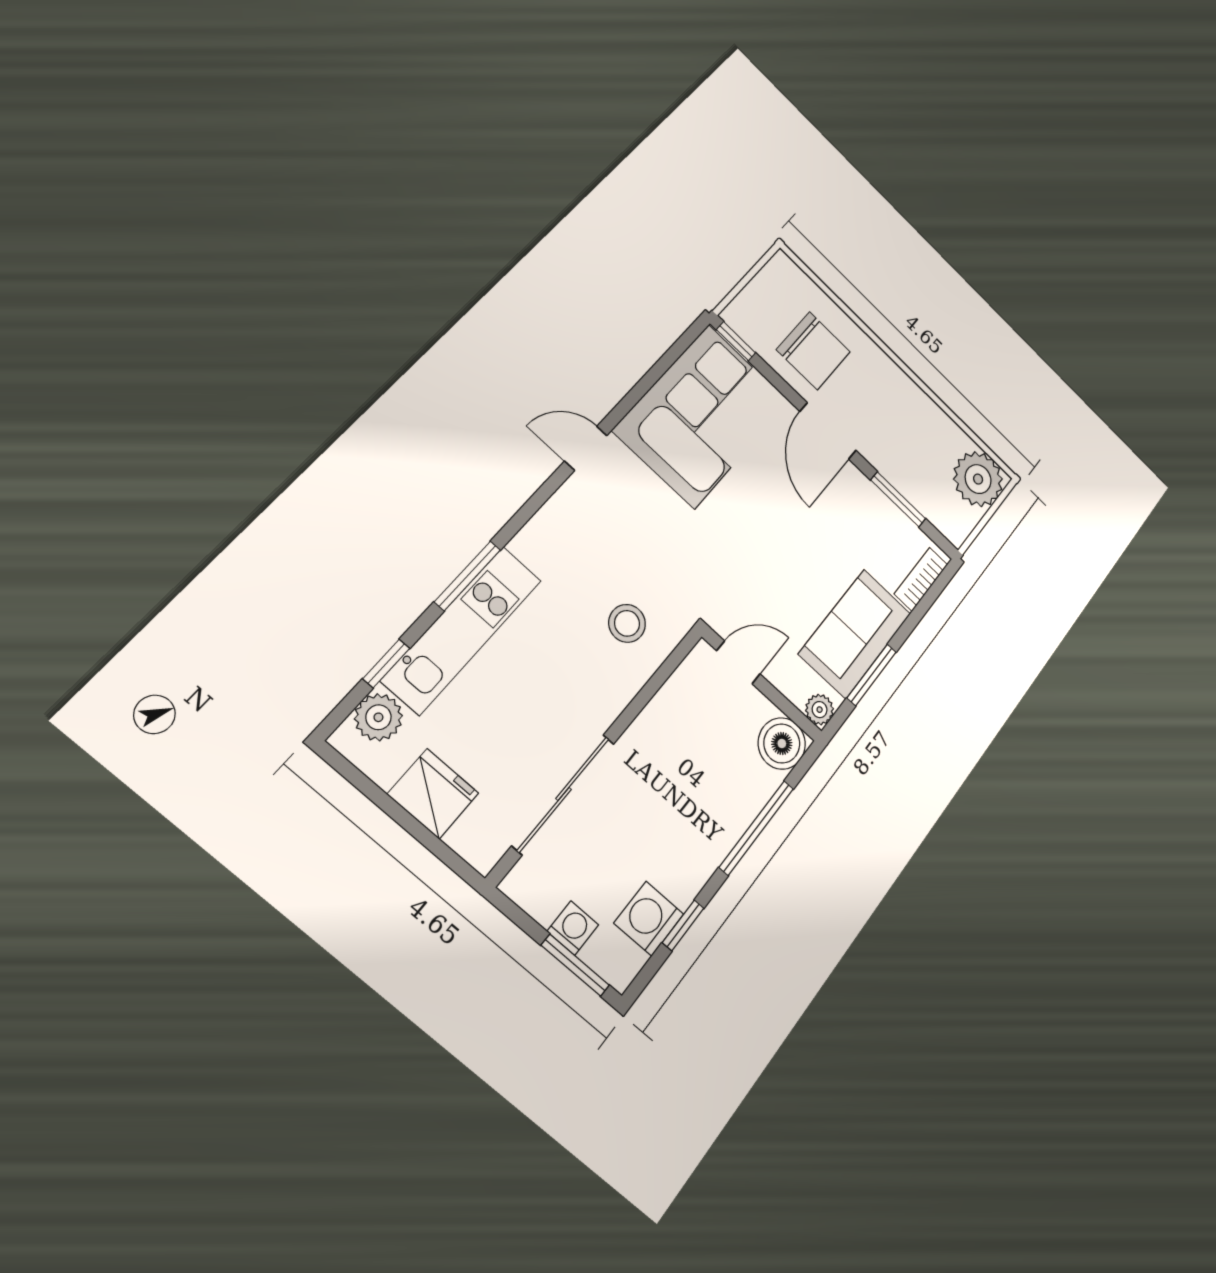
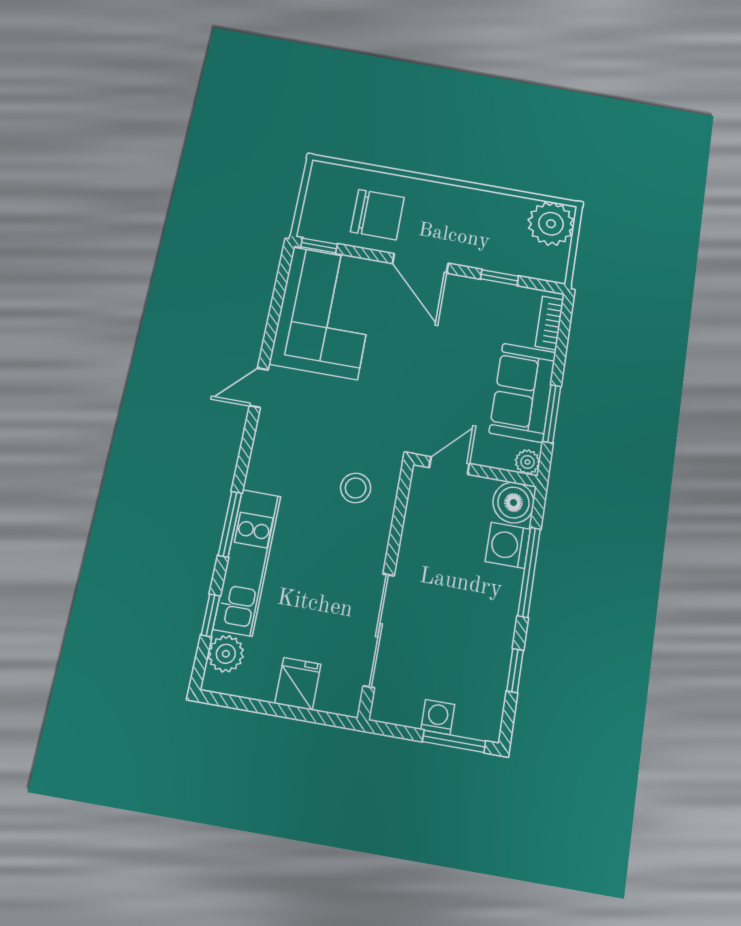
window: (898, 499) -> (500, 277), width x0.67
fridge: (433, 794) -> (298, 684), width x0.72
washing machine: (649, 919) -> (508, 545), moved

